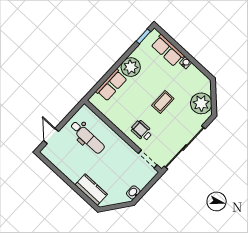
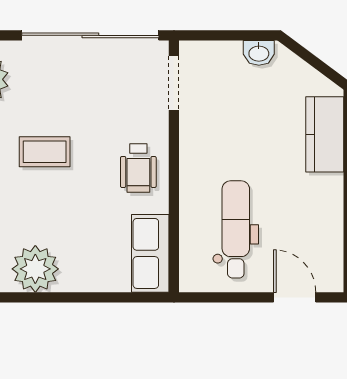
row of seats: (111, 85) -> (150, 253), moved, turned -90
wheelchair: (142, 131) -> (138, 168), moved
door: (51, 136) -> (295, 297), swing flipped

